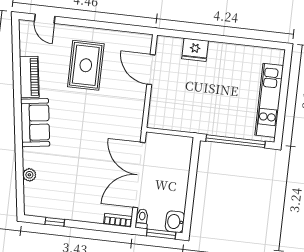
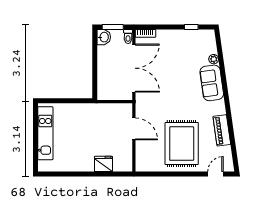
door: (45, 19) -> (215, 174), hinge flipped
rug: (86, 65) -> (182, 144), width x1.37, depth x1.44
door: (151, 70) -> (134, 129), moved
sofa: (35, 123) -> (212, 83), moved
window: (236, 141) -> (66, 101), removed

